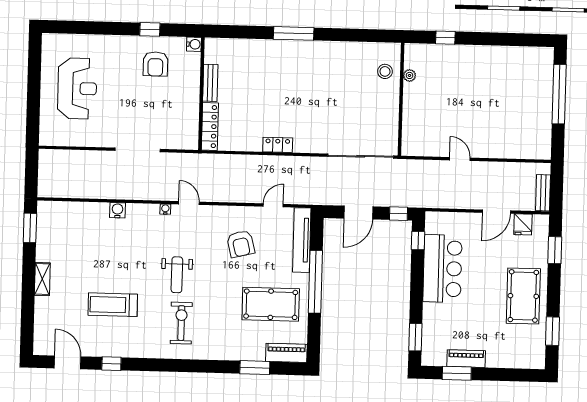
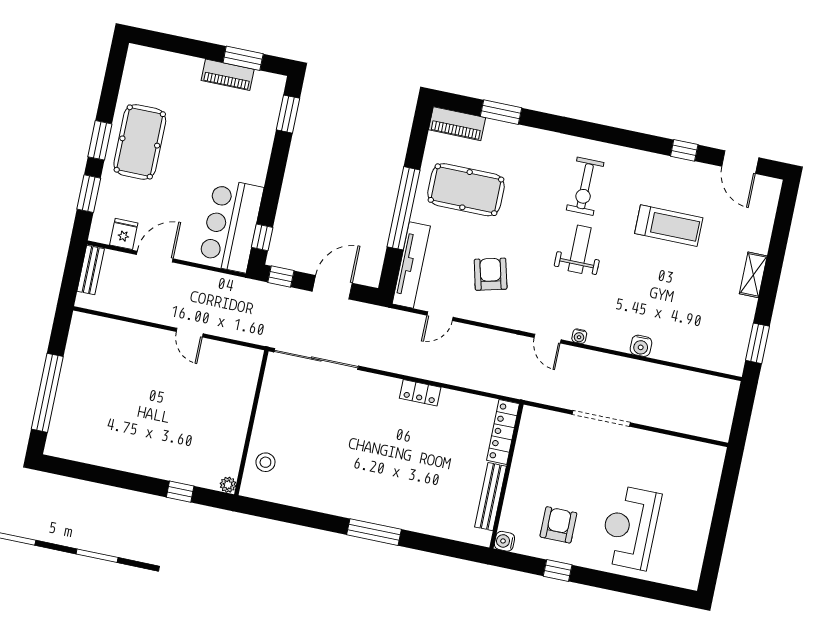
plant: (410, 75) -> (228, 485), moved
bench: (210, 83) -> (491, 497), width x1.36
reception desk: (77, 88) -> (630, 528), moved
bar counter: (442, 269) -> (231, 225), moved
window: (552, 331) -> (100, 140), moved

